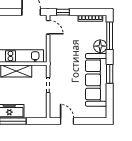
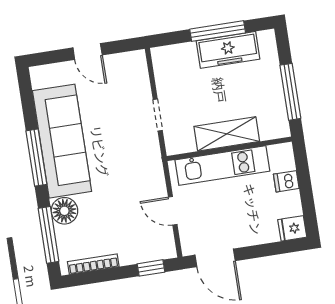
door: (48, 27) -> (173, 211), moved
window: (110, 74) -> (36, 158), width x1.44
door: (67, 121) -> (88, 51), moved

